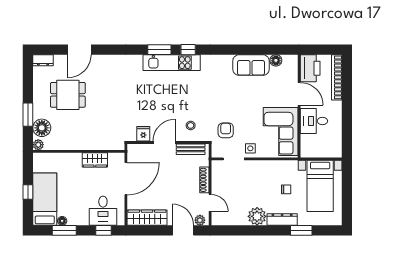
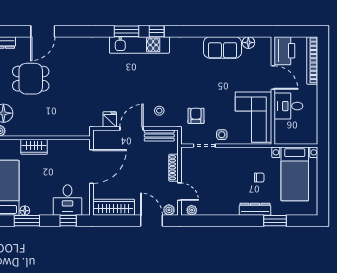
wardrobe: (95, 160) -> (34, 147), moved
plant: (257, 216) -> (192, 210), moved, width x0.53, depth x0.53

